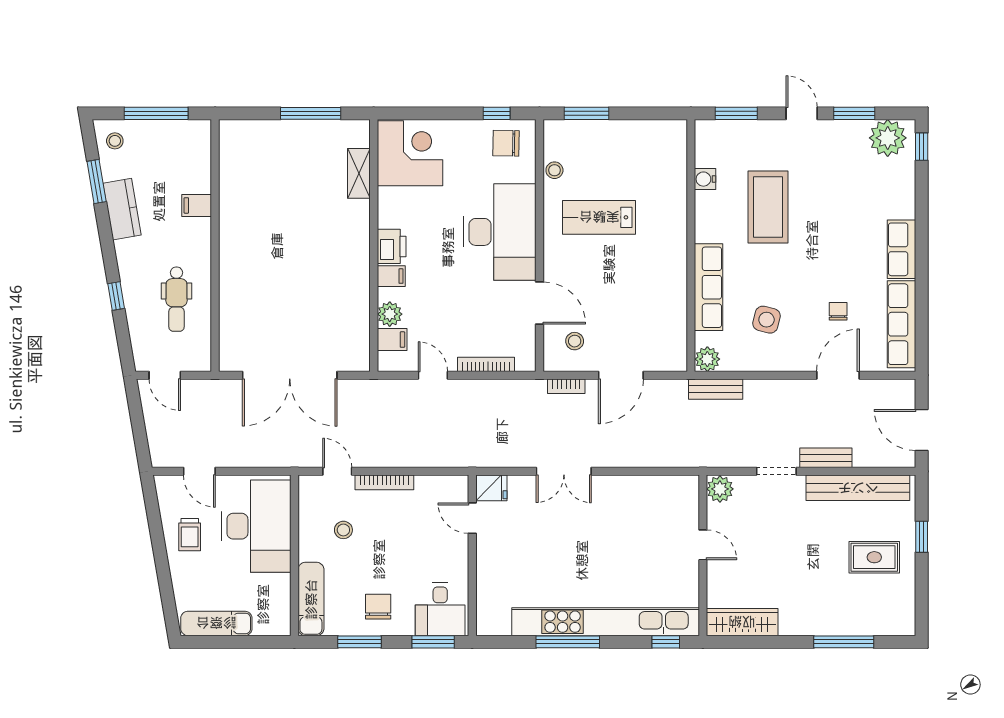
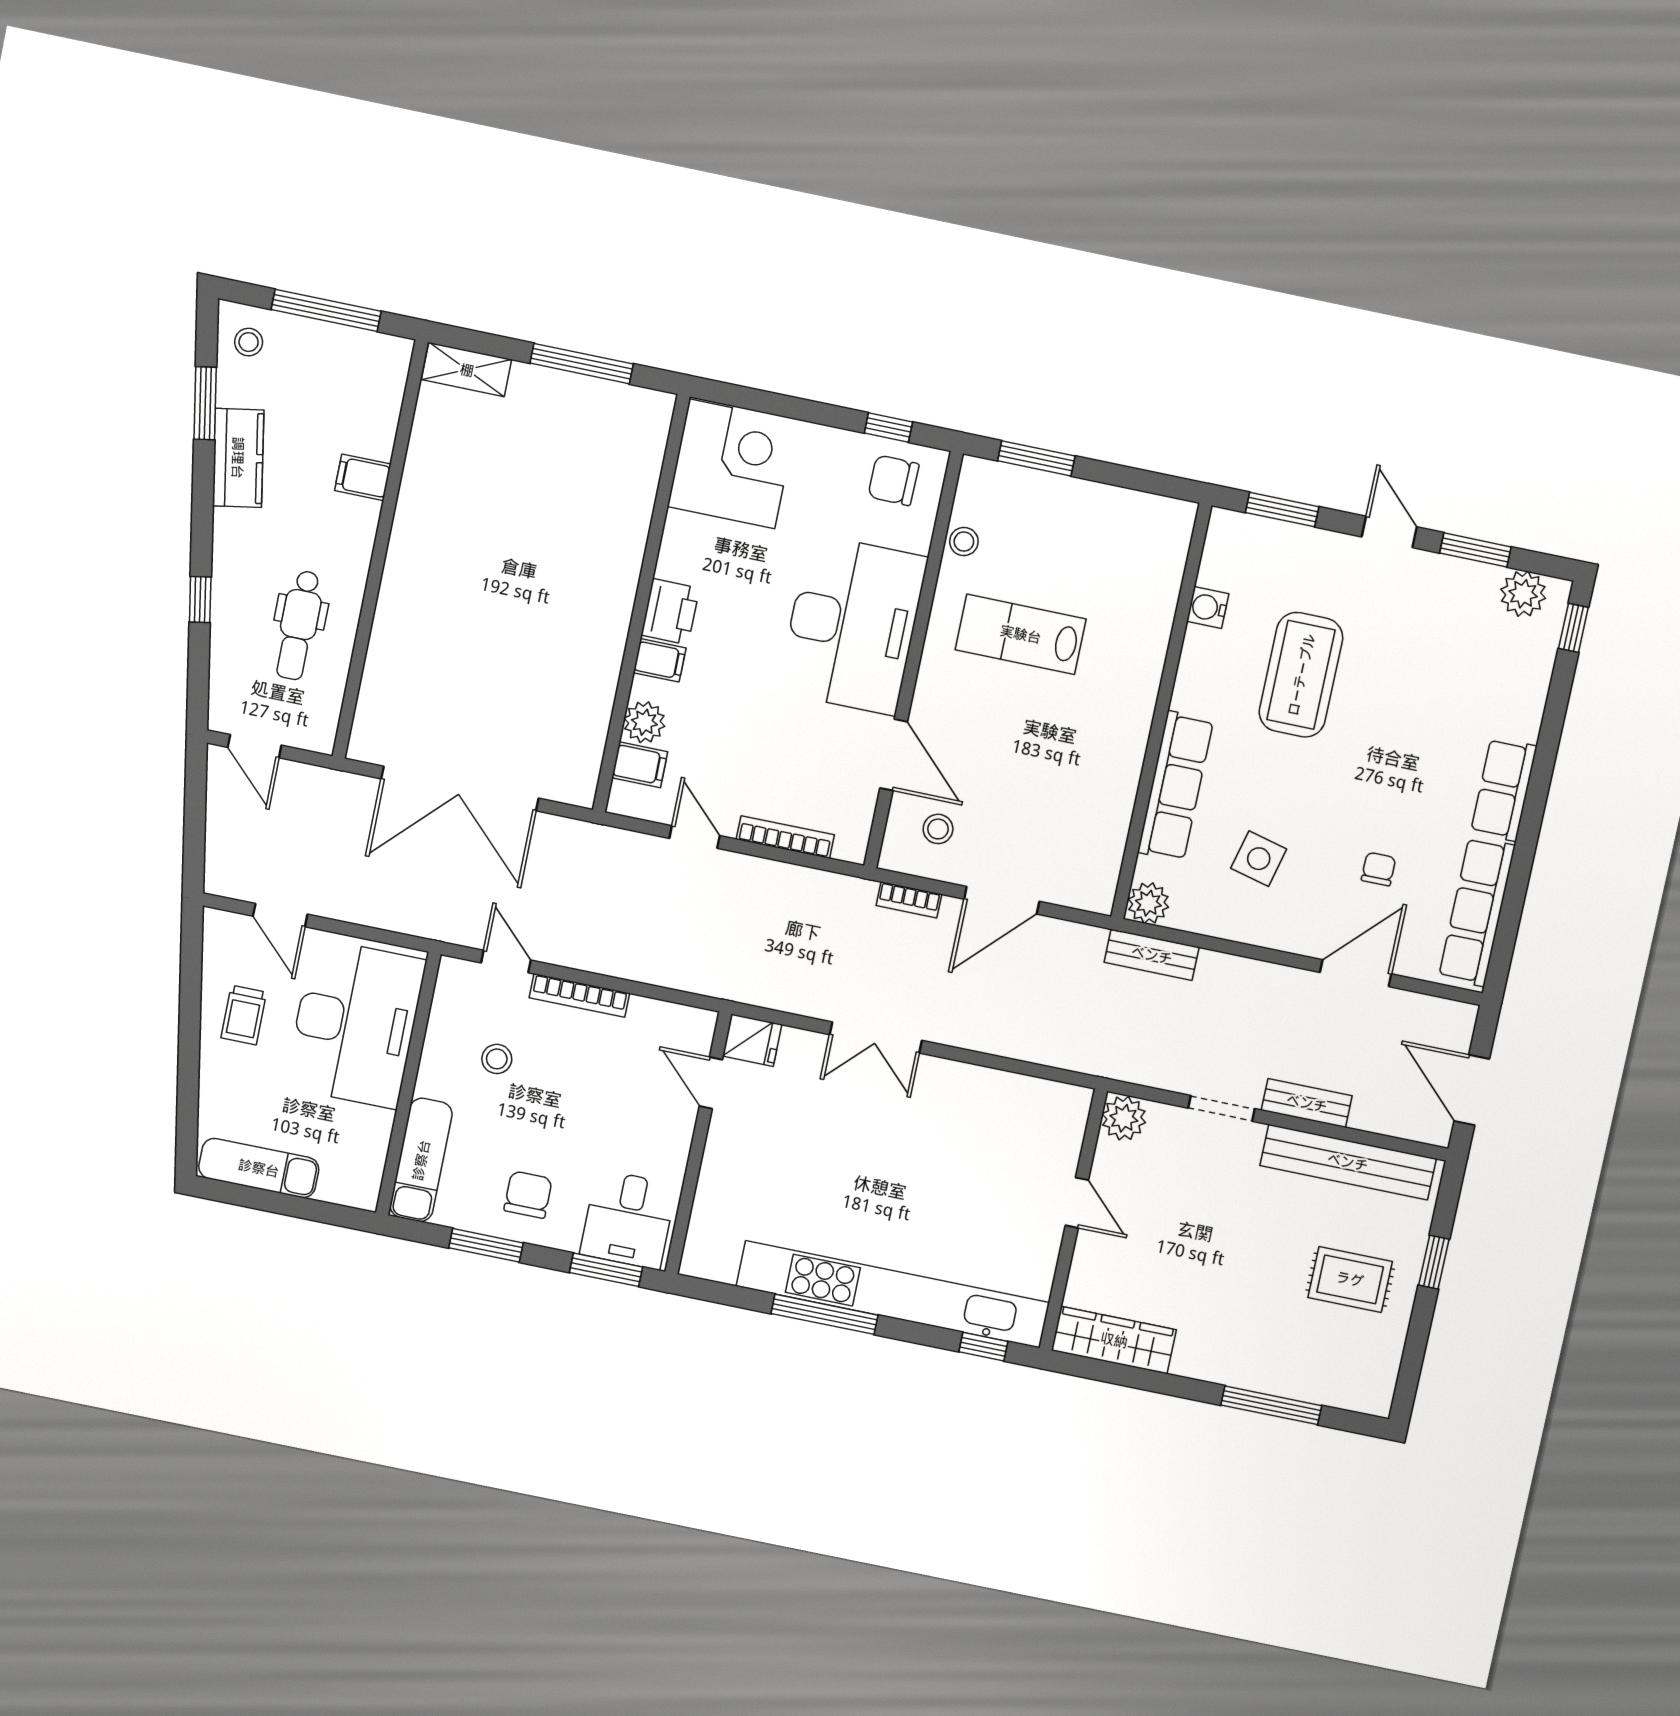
plant: (888, 138) -> (1523, 594), width x0.73, depth x0.73
shelving: (359, 173) -> (467, 370), moved, turned 90

